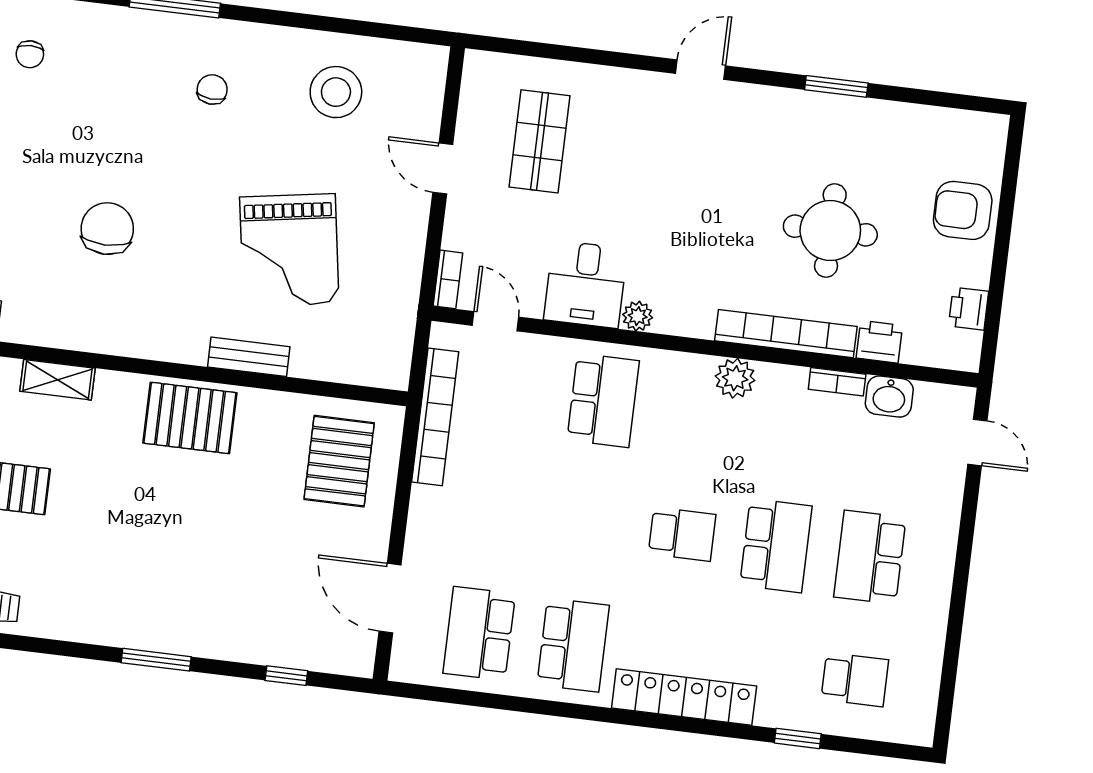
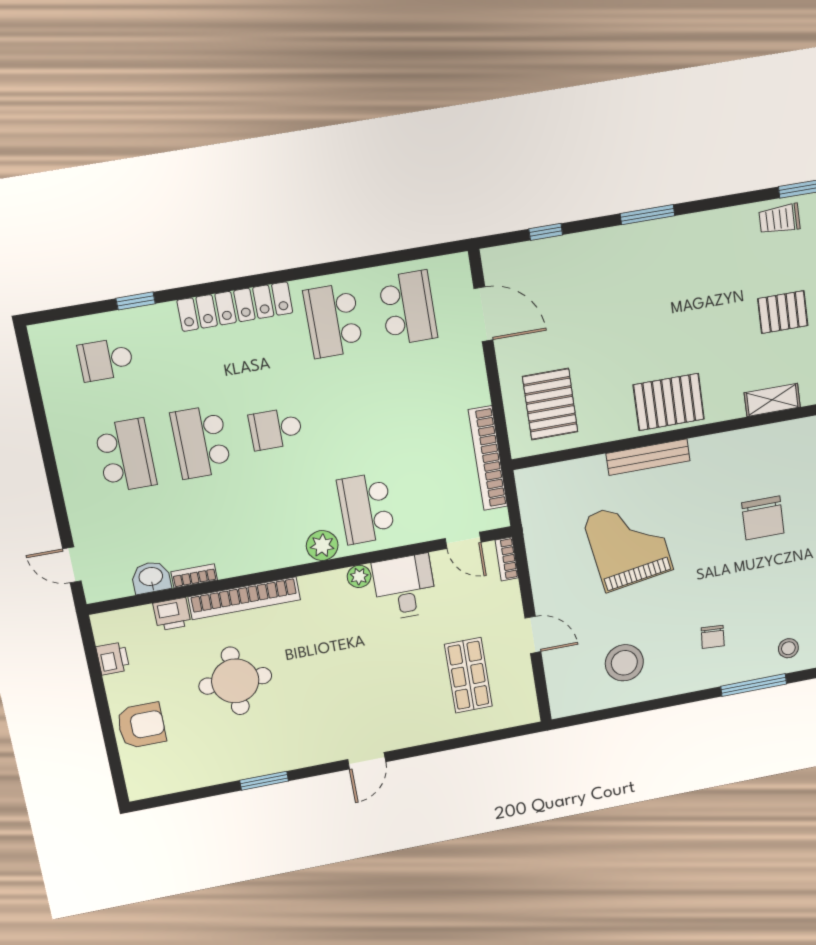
stool: (117, 41) -> (788, 648), added
bench: (249, 357) -> (648, 457), width x1.36
plant: (735, 378) -> (322, 546), moved

